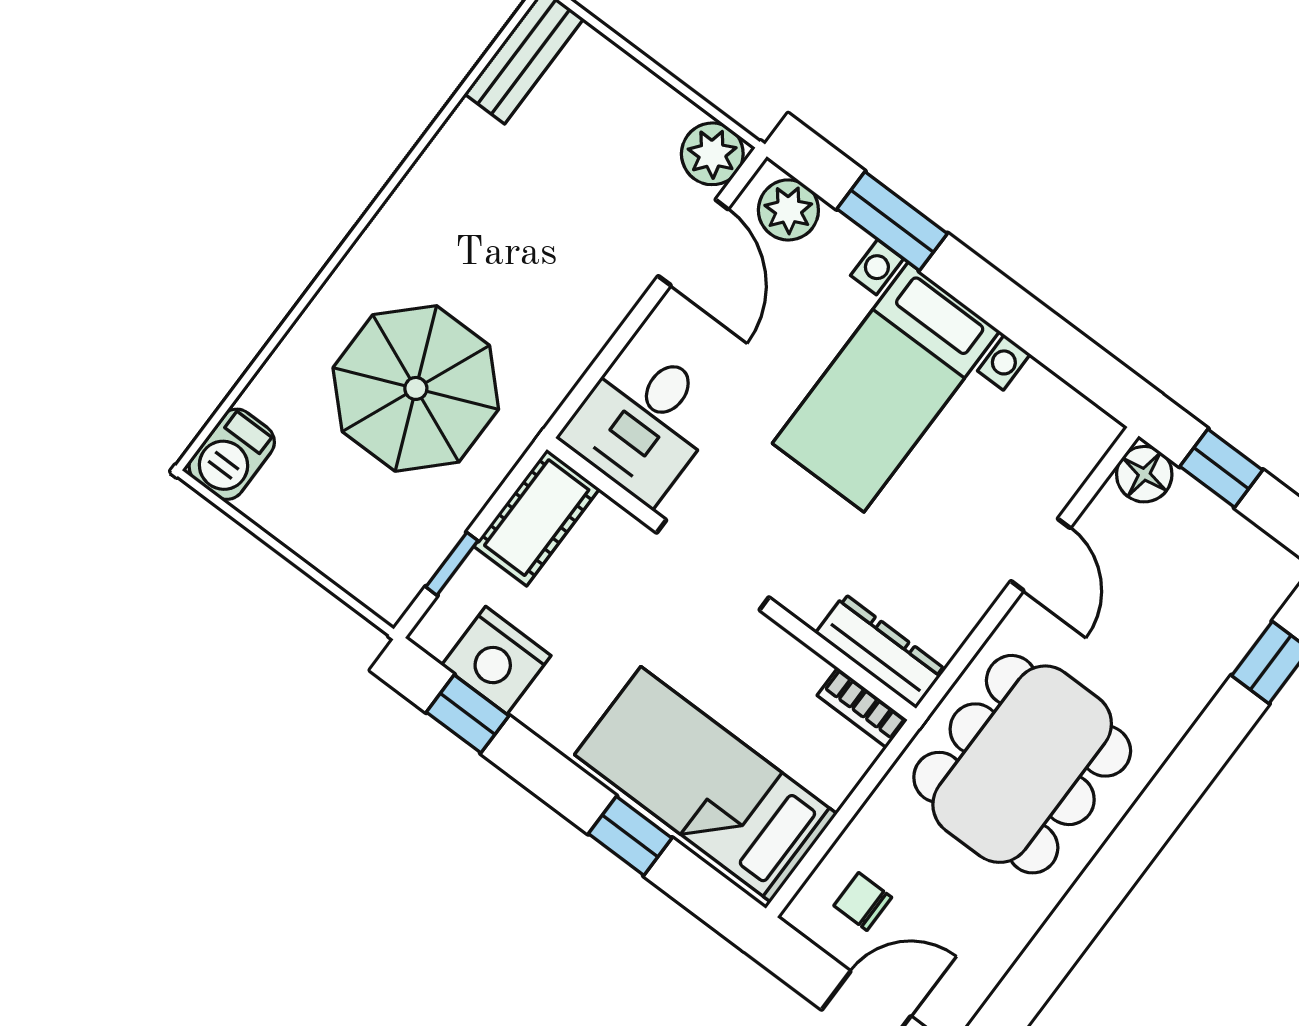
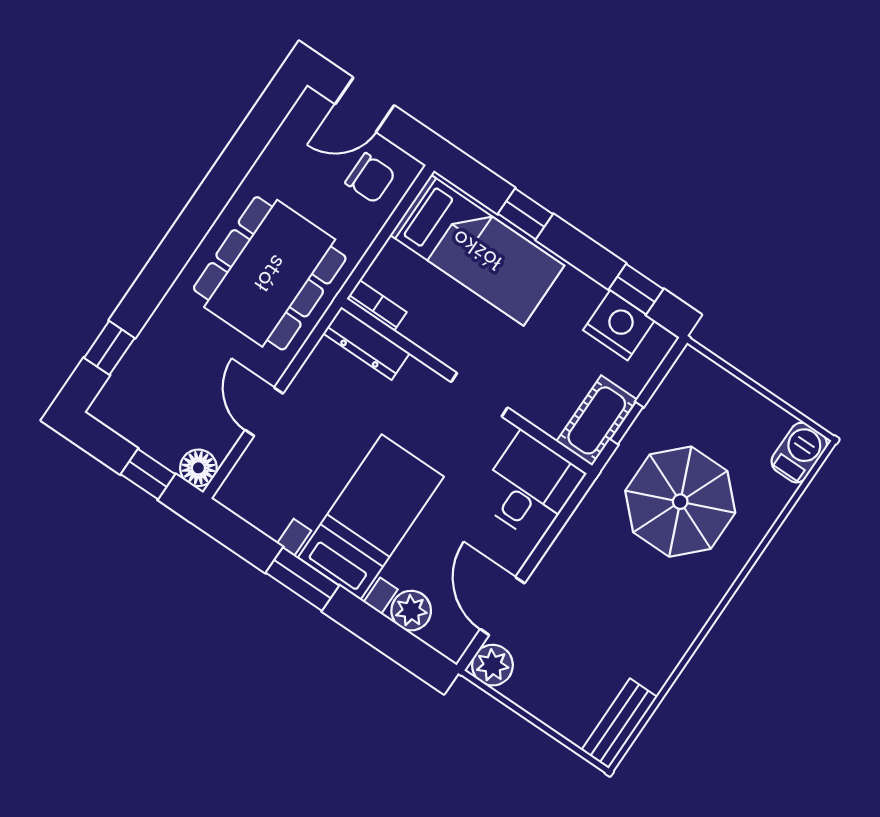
plant: (788, 210) -> (411, 611), moved
window: (892, 221) -> (302, 579), moved
window: (452, 564) -> (627, 423), moved
doorway: (713, 565) -> (479, 395), width x0.73
chair: (863, 901) -> (370, 178), width x1.37, depth x1.37

